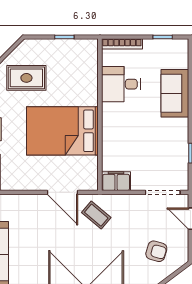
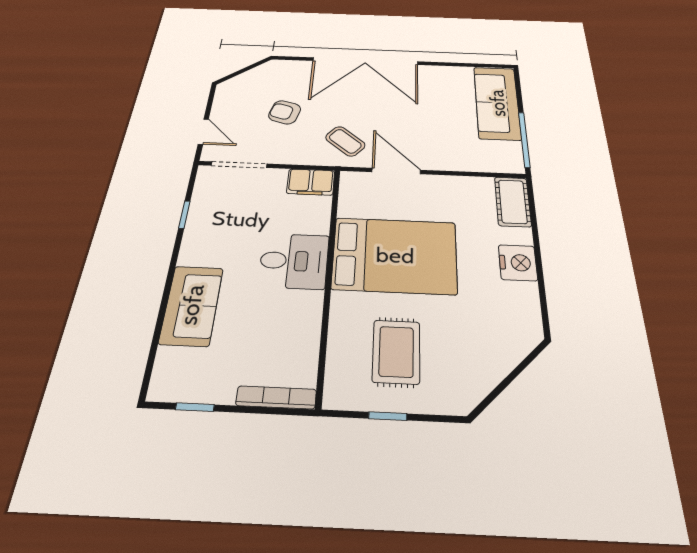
rug: (26, 78) -> (396, 352), moved, turned 90
desk: (121, 84) -> (294, 261), moved
armchair: (156, 251) -> (285, 112), moved

